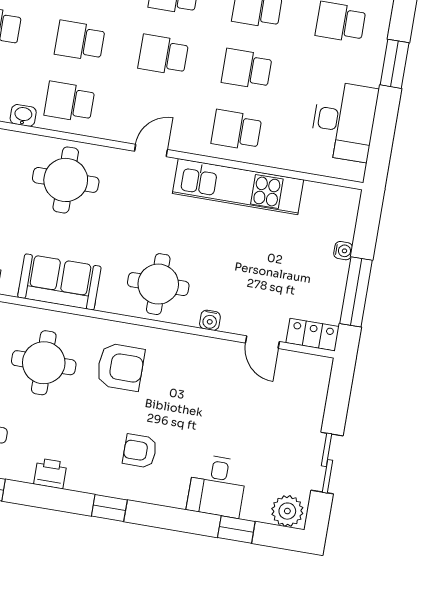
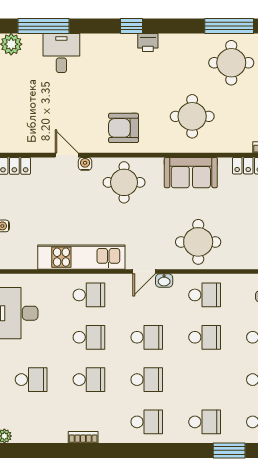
washbasin: (23, 115) -> (164, 281), moved
door: (262, 342) -> (67, 155), moved
armchair: (120, 367) -> (124, 128), moved
armchair: (140, 451) -> (117, 68), removed
printer: (50, 473) -> (148, 43), moved
window: (236, 529) -> (43, 26), width x2.17

